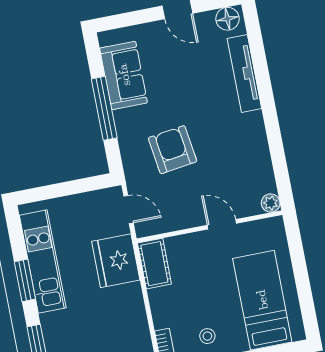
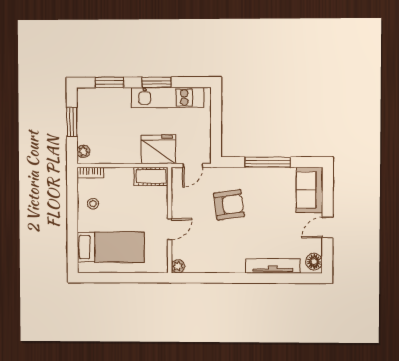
sofa: (124, 75) -> (309, 190), moved, turned 90

